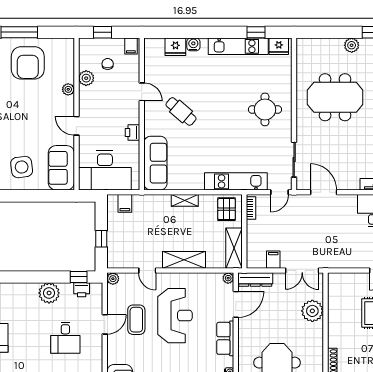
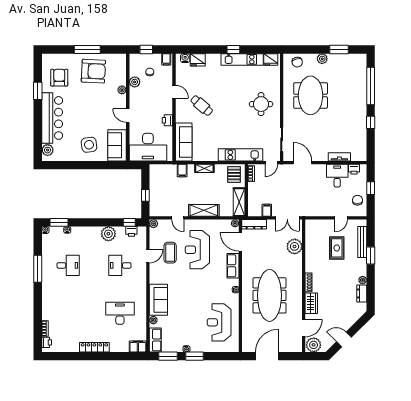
window: (256, 32) -> (233, 50), moved
water cooler: (193, 44) -> (185, 58), moved
chair: (316, 50) -> (297, 62), added
armchair: (28, 63) -> (93, 71), turned -87
meeting table: (335, 97) -> (311, 95), turned 90
filing cabinet: (125, 203) -> (182, 170), moved
door: (236, 304) -> (240, 242), swing flipped
reception desk: (175, 316) -> (197, 250), turned 180
desk: (65, 338) -> (120, 265), turned 90

